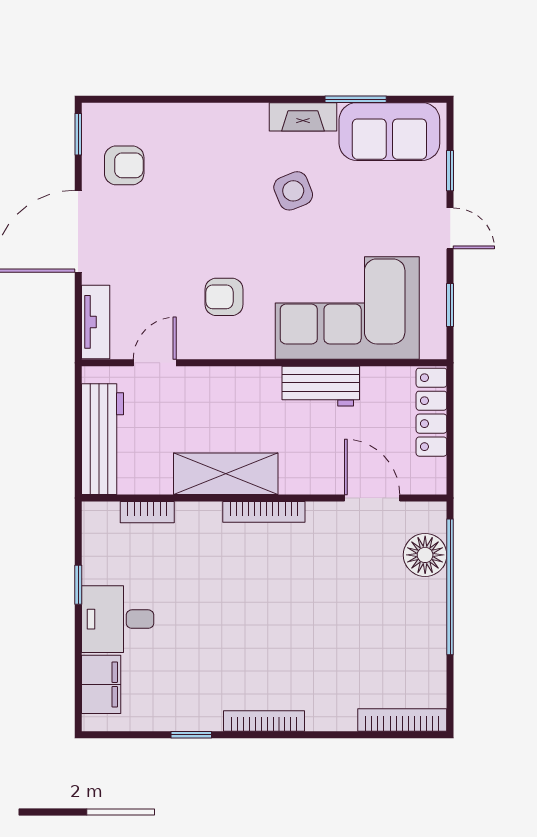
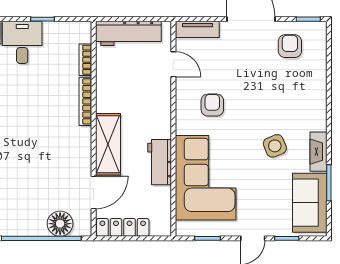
armchair: (124, 165) -> (290, 46), turned 180
locker: (431, 412) -> (123, 227), moved
shelving: (226, 474) -> (108, 144), moved
bookcase: (264, 512) -> (85, 101), moved

